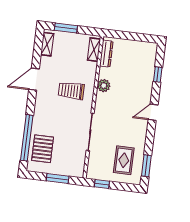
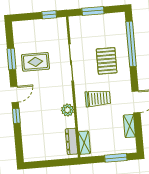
shelving: (47, 44) -> (129, 126), moved
window: (158, 74) -> (16, 116), moved
pallet: (43, 149) -> (107, 61), moved
rug: (124, 160) -> (35, 62), moved, turned 90
window: (146, 166) -> (11, 59), moved

